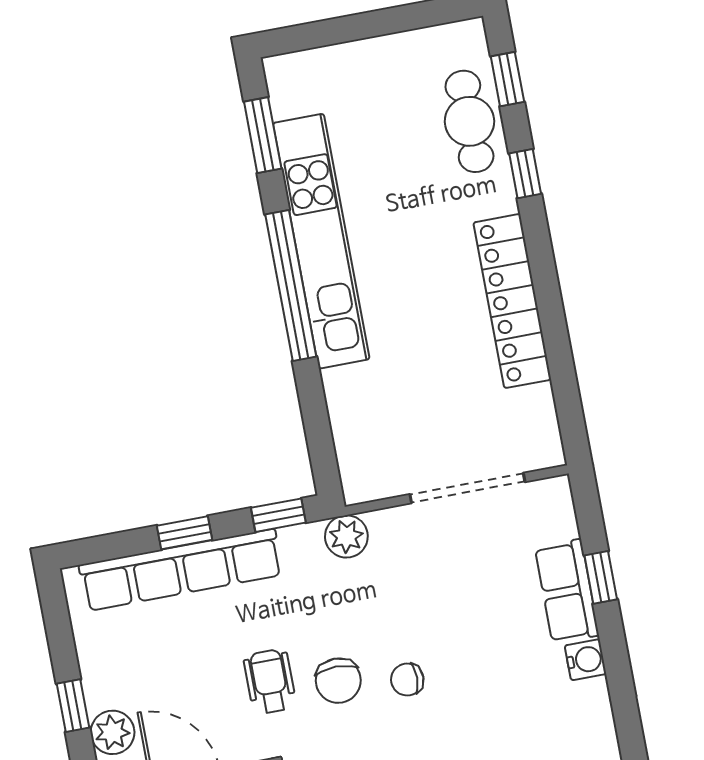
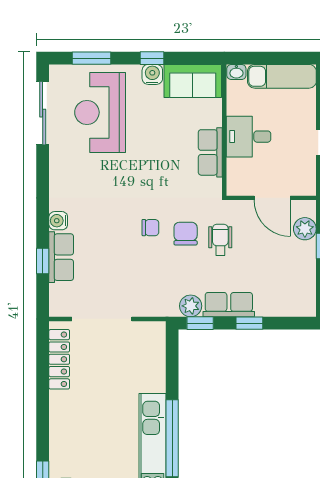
locker: (512, 301) -> (59, 359), moved, width x0.71, depth x0.83
plant: (346, 536) -> (191, 306), moved
row of seats: (181, 570) -> (229, 305), width x0.50
wheelchair: (270, 681) -> (220, 240), turned 180

